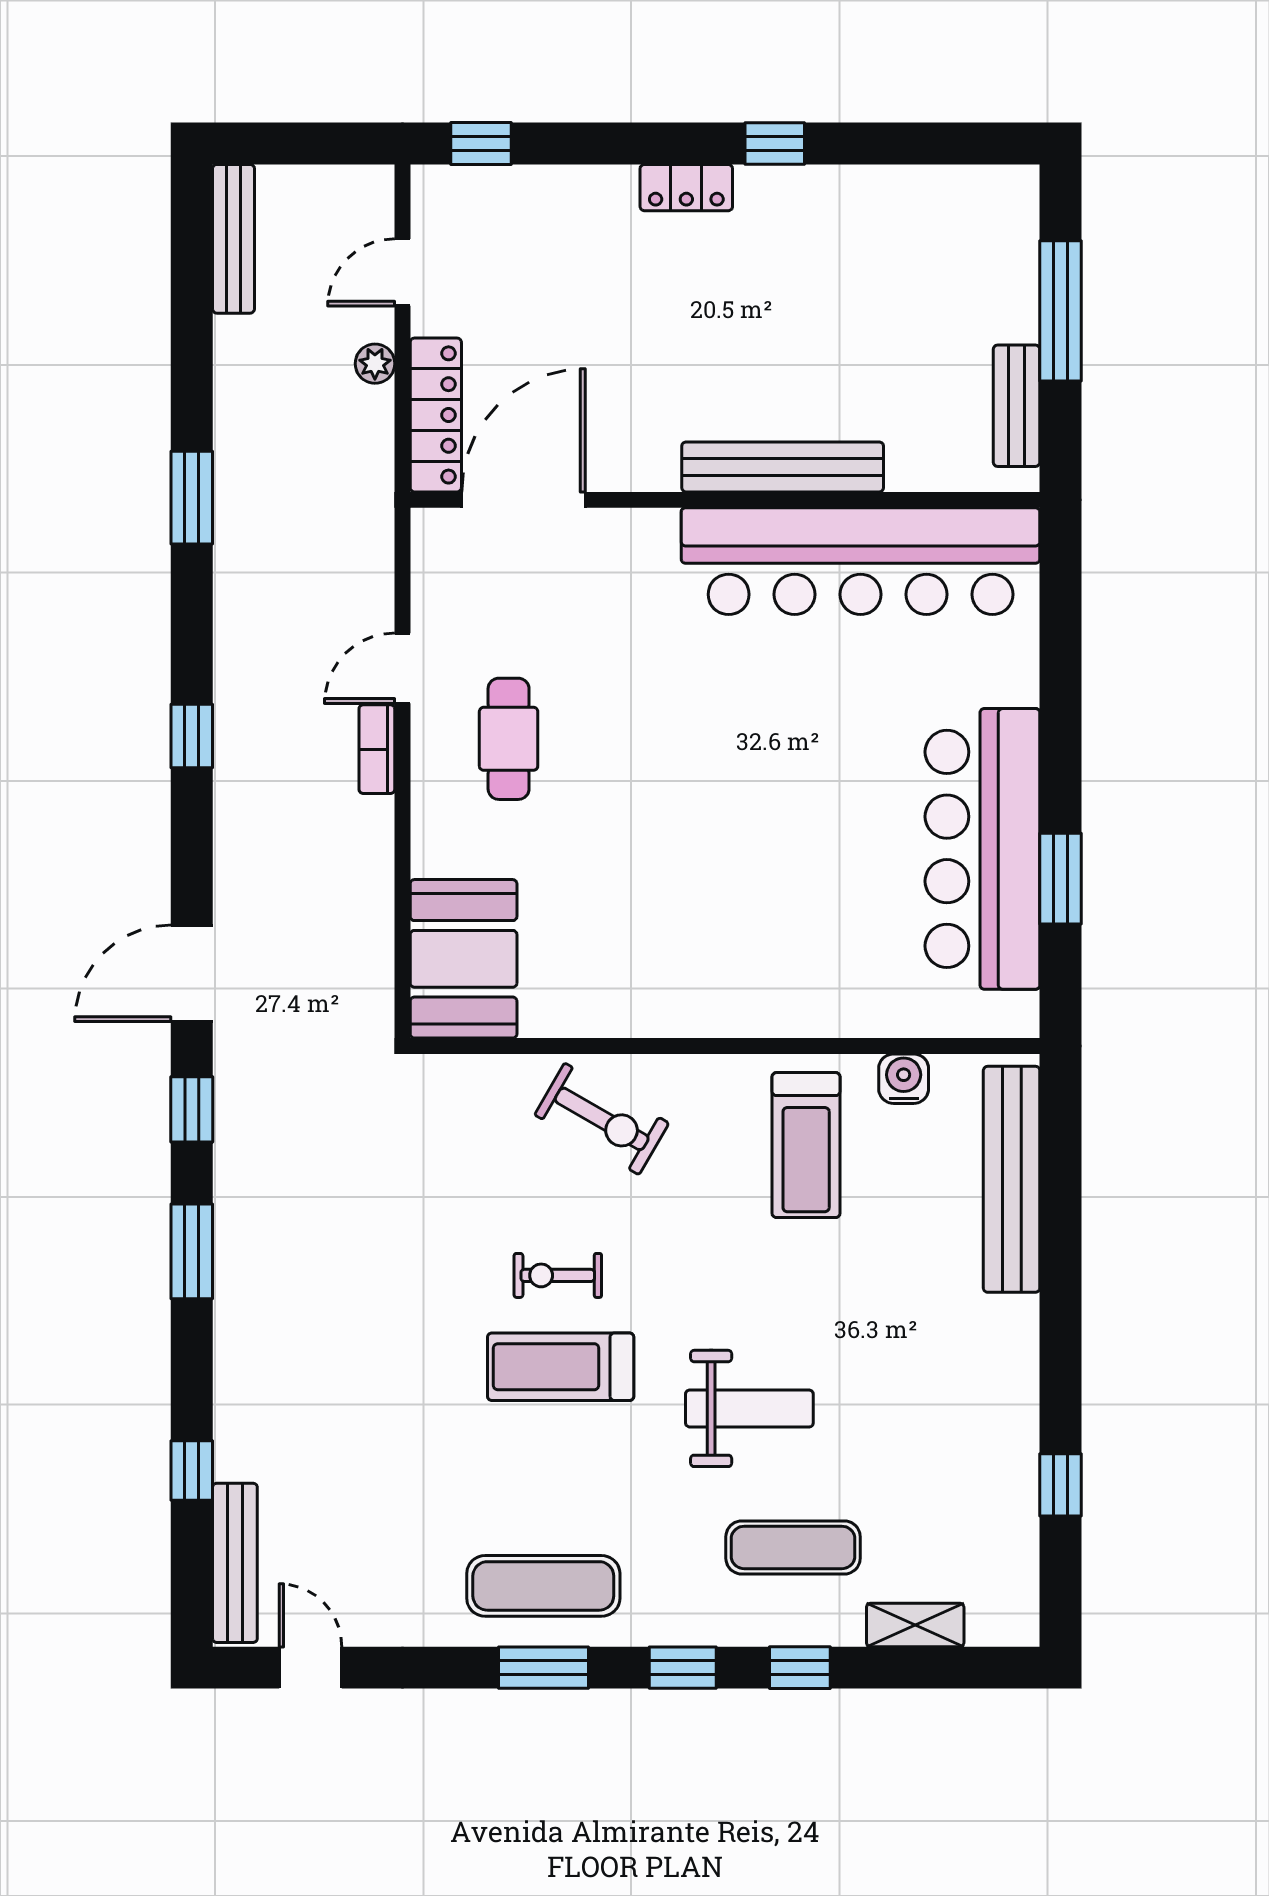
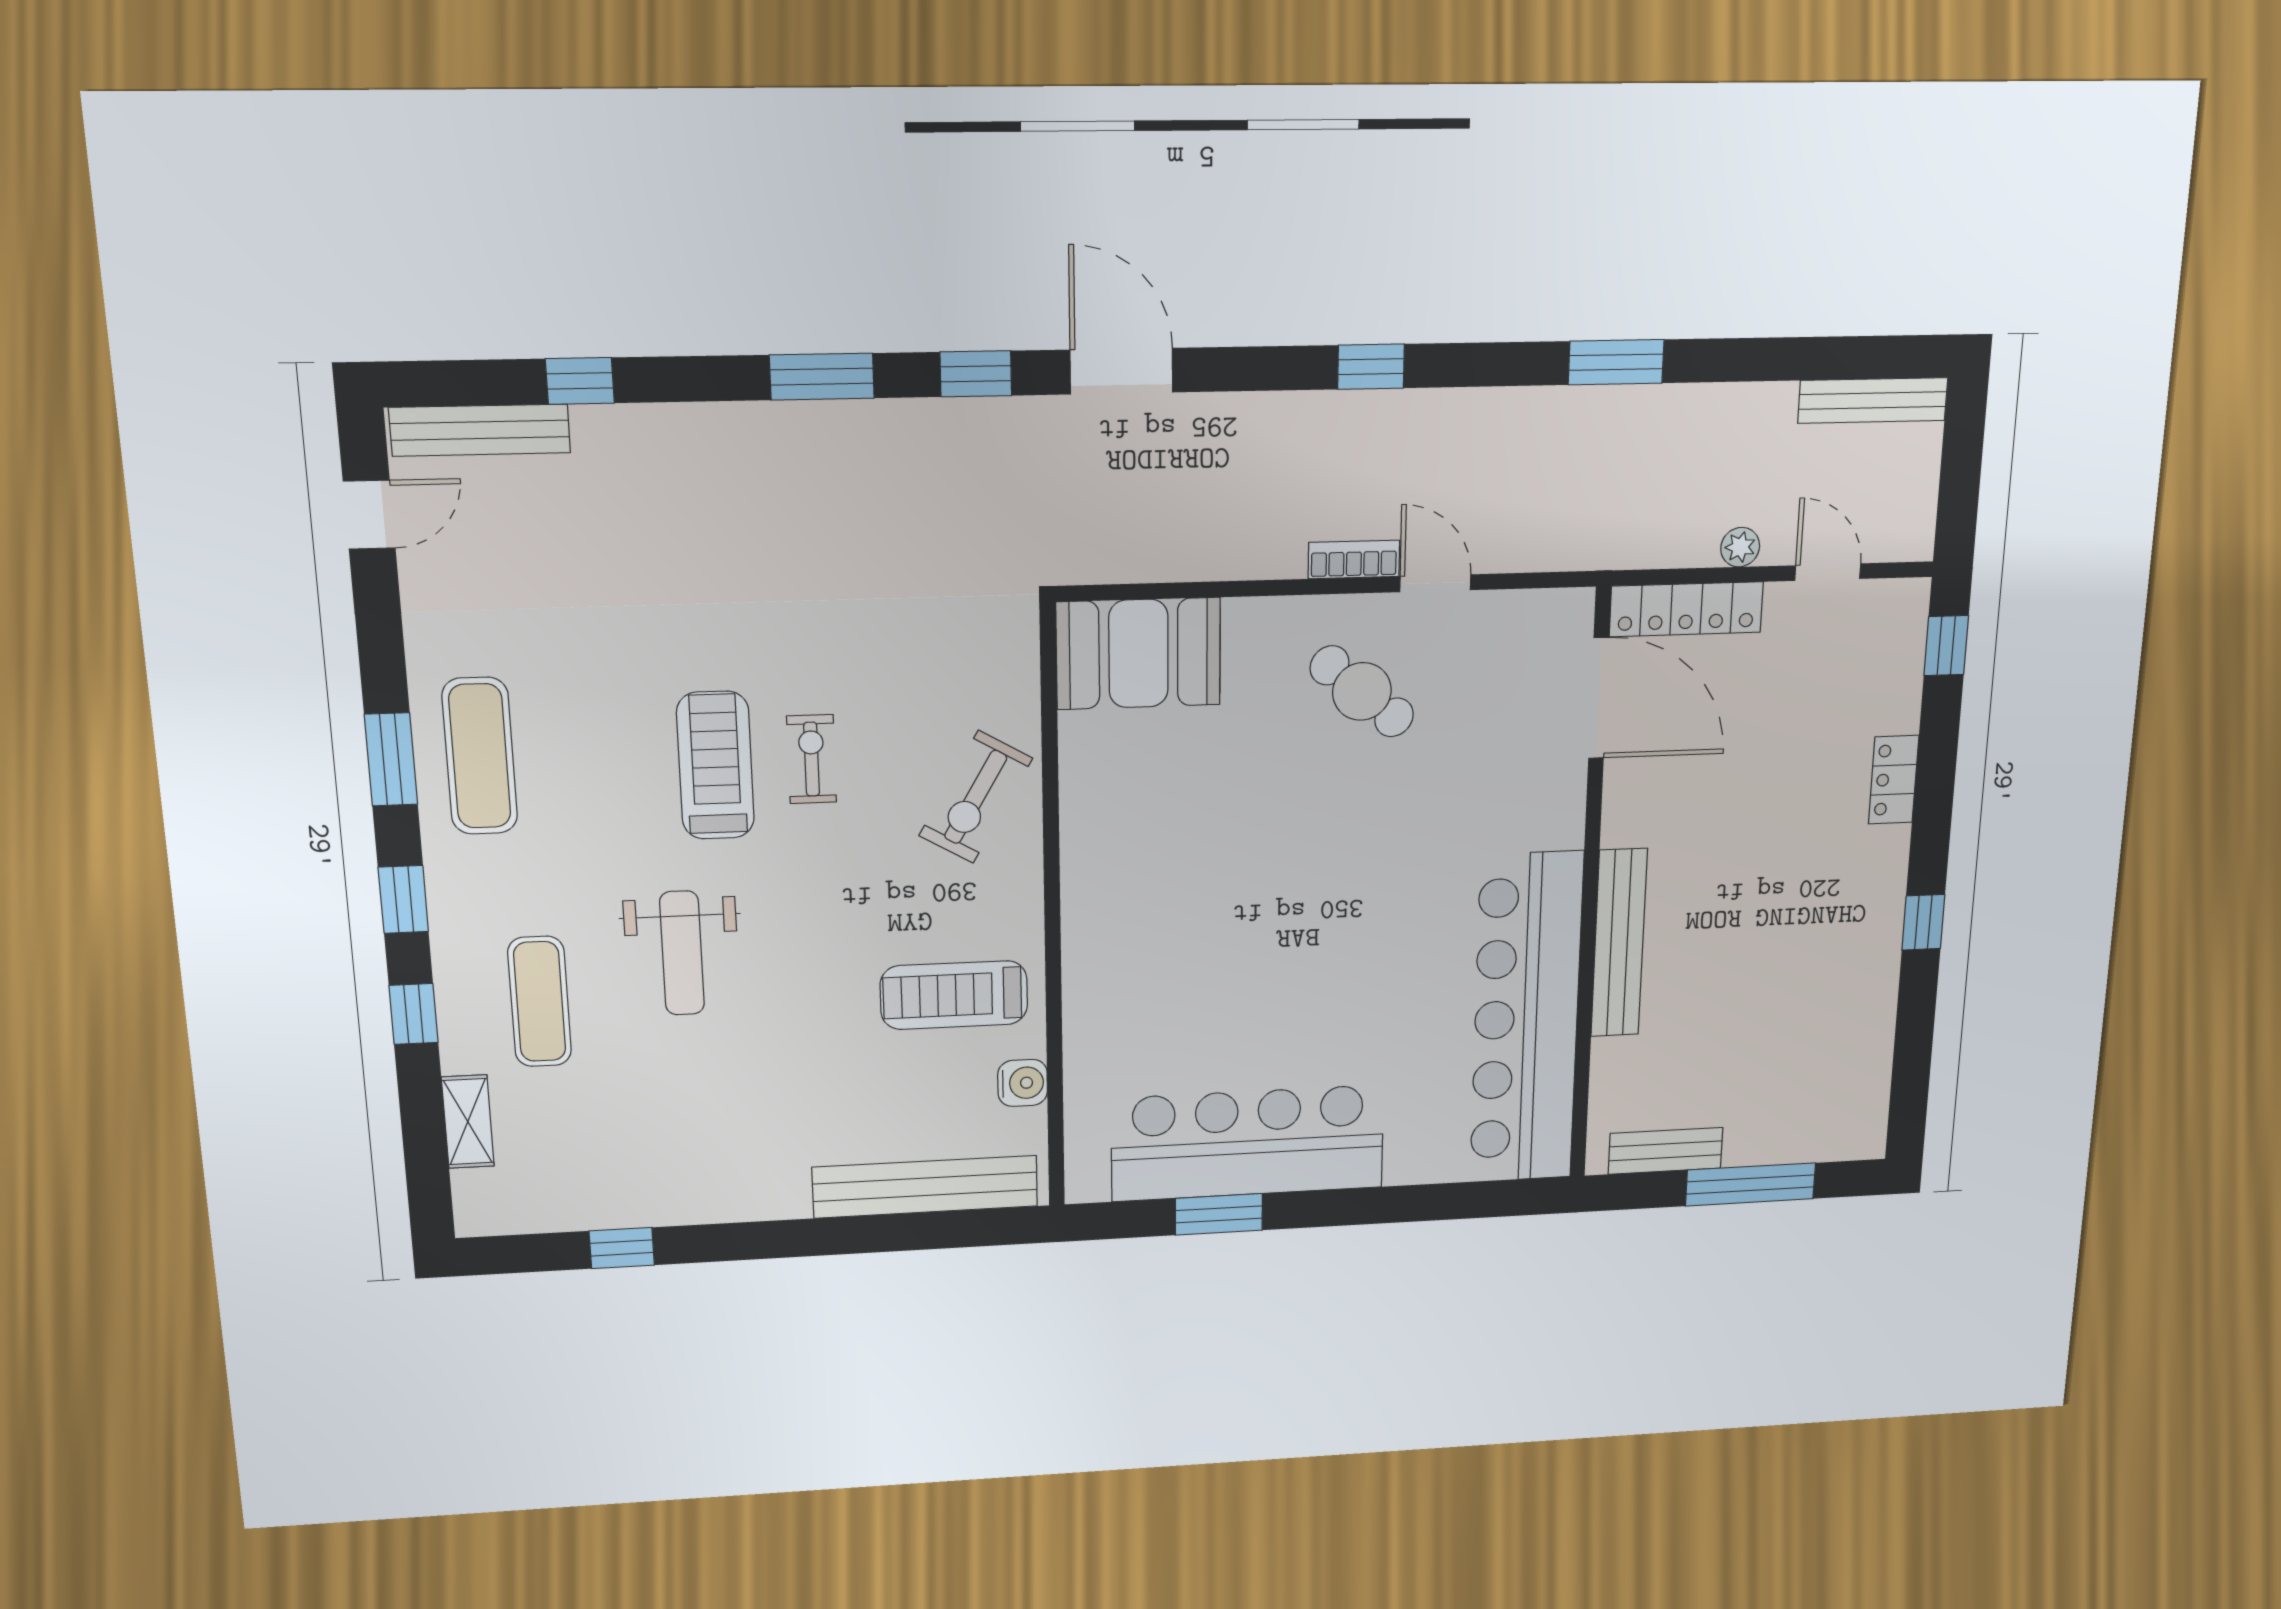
locker: (686, 188) -> (1894, 780), moved
cafe table: (509, 739) -> (1362, 691), turned 40

